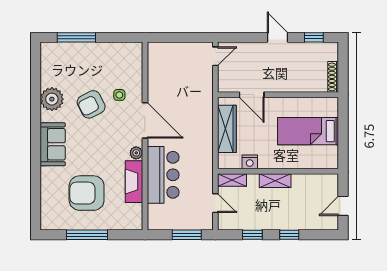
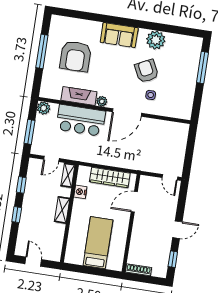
armchair: (87, 193) -> (76, 56), turned 180
plant: (155, 222) -> (44, 108), added

